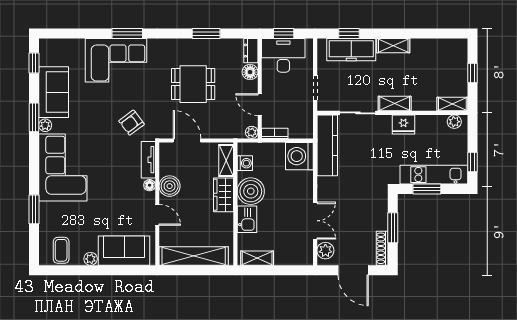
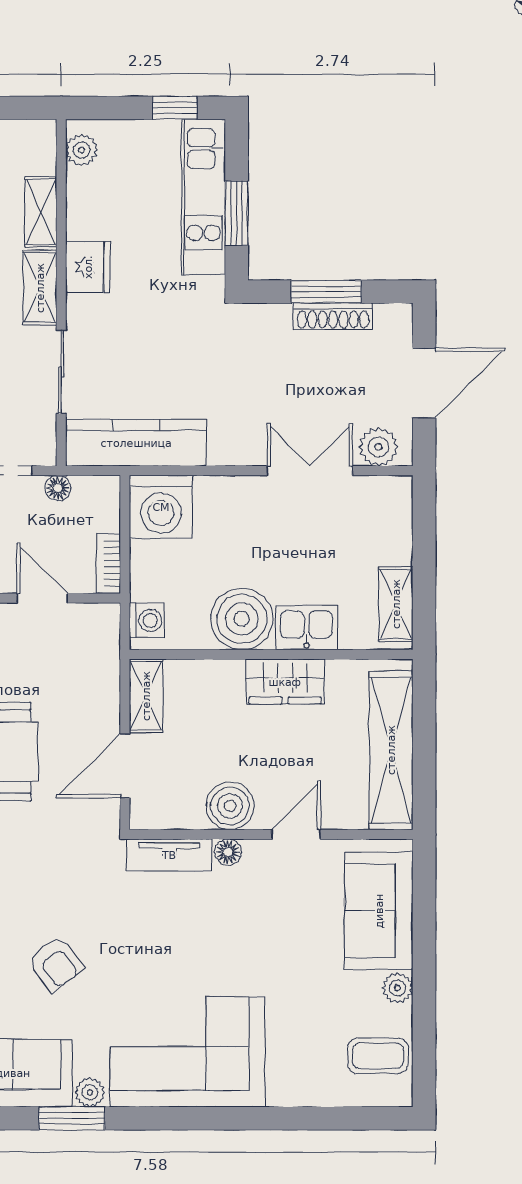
shelving: (452, 104) -> (41, 212), moved
door: (260, 105) -> (42, 598), swing flipped
floor lamp: (308, 111) -> (58, 488), added
armchair: (132, 123) -> (56, 964), moved
plant: (252, 132) -> (106, 617), removed
shelving: (226, 161) -> (146, 696), moved, turned 90
washing machine: (245, 163) -> (147, 620), moved, turned 90
wardrobe: (224, 195) -> (285, 682), moved
window: (34, 209) -> (284, 1118), removed
shoe rack: (382, 248) -> (333, 316), moved

